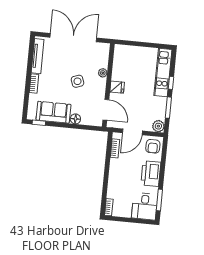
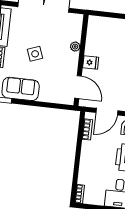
side table: (77, 81) -> (35, 54), moved
floor lamp: (75, 119) -> (45, 97), removed

